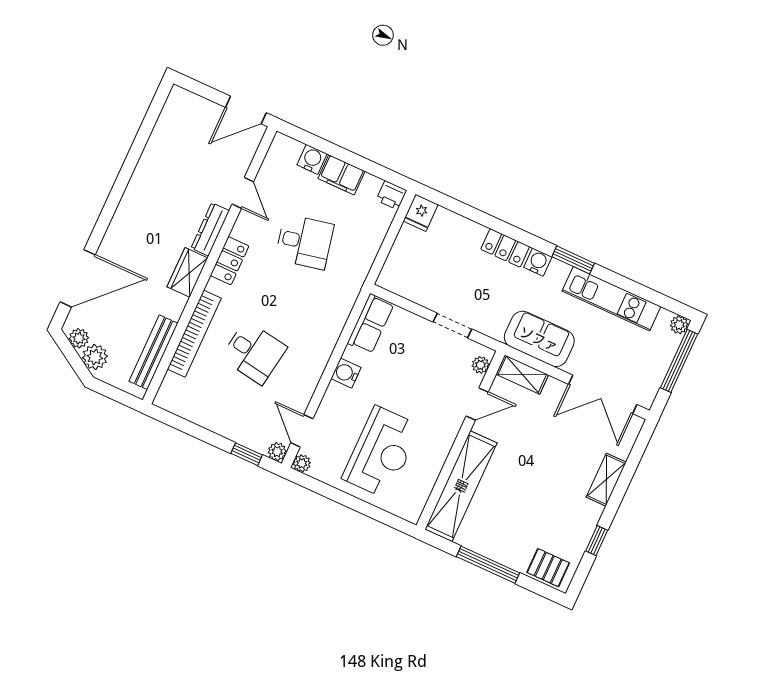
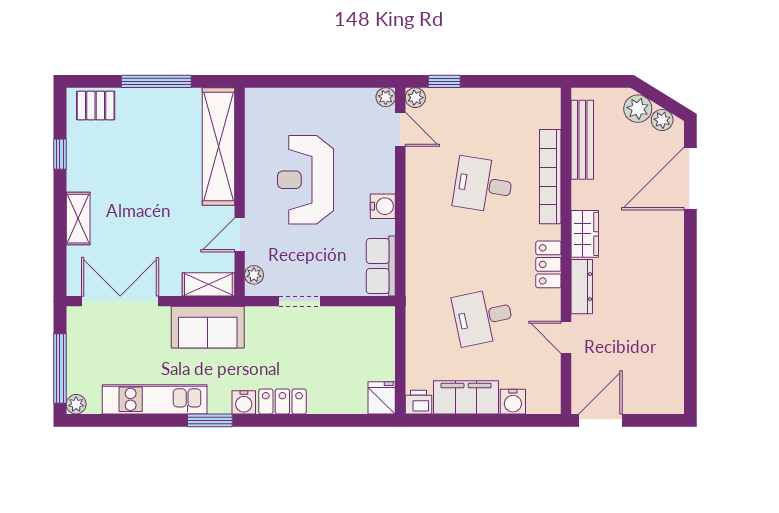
filing cabinet: (341, 175) -> (466, 397), width x1.50, depth x1.17
reception desk: (381, 452) -> (306, 180), moved

